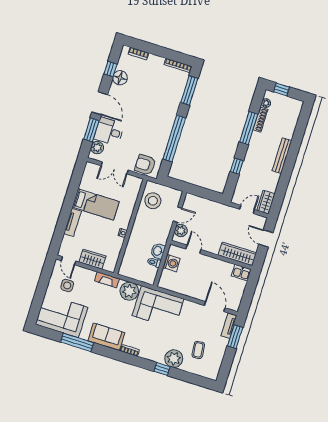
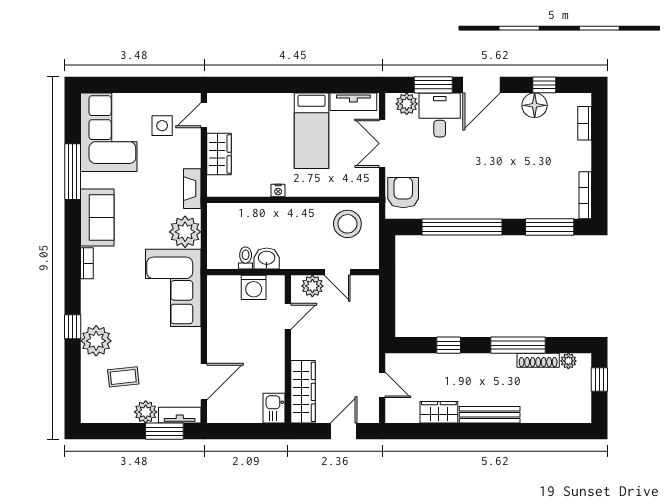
wardrobe: (266, 202) -> (439, 412), moved
tv unit: (73, 222) -> (353, 102), moved
plant: (221, 344) -> (146, 412), added

